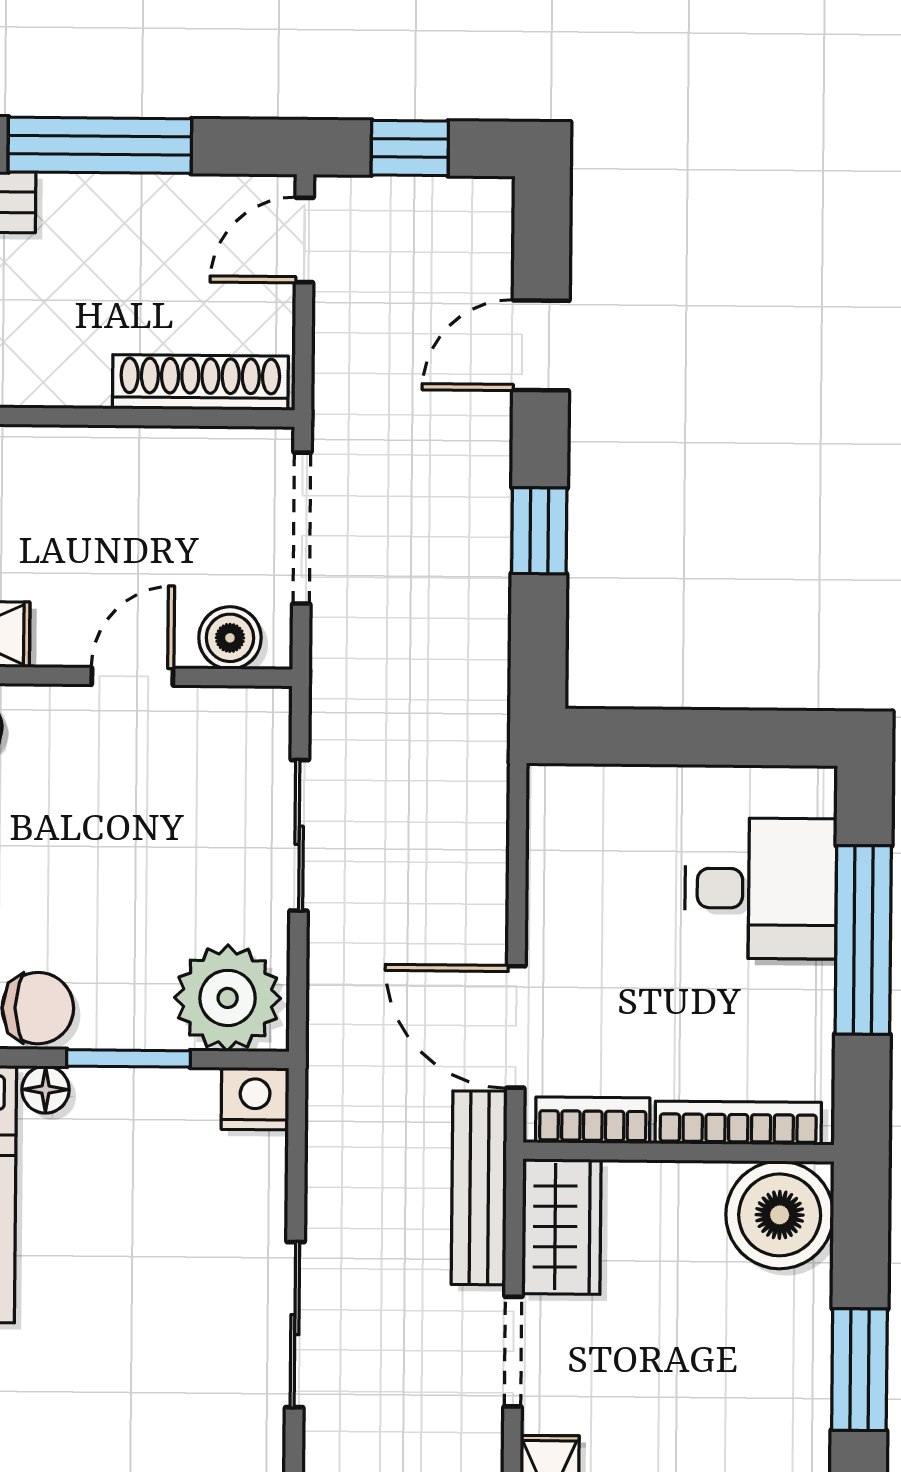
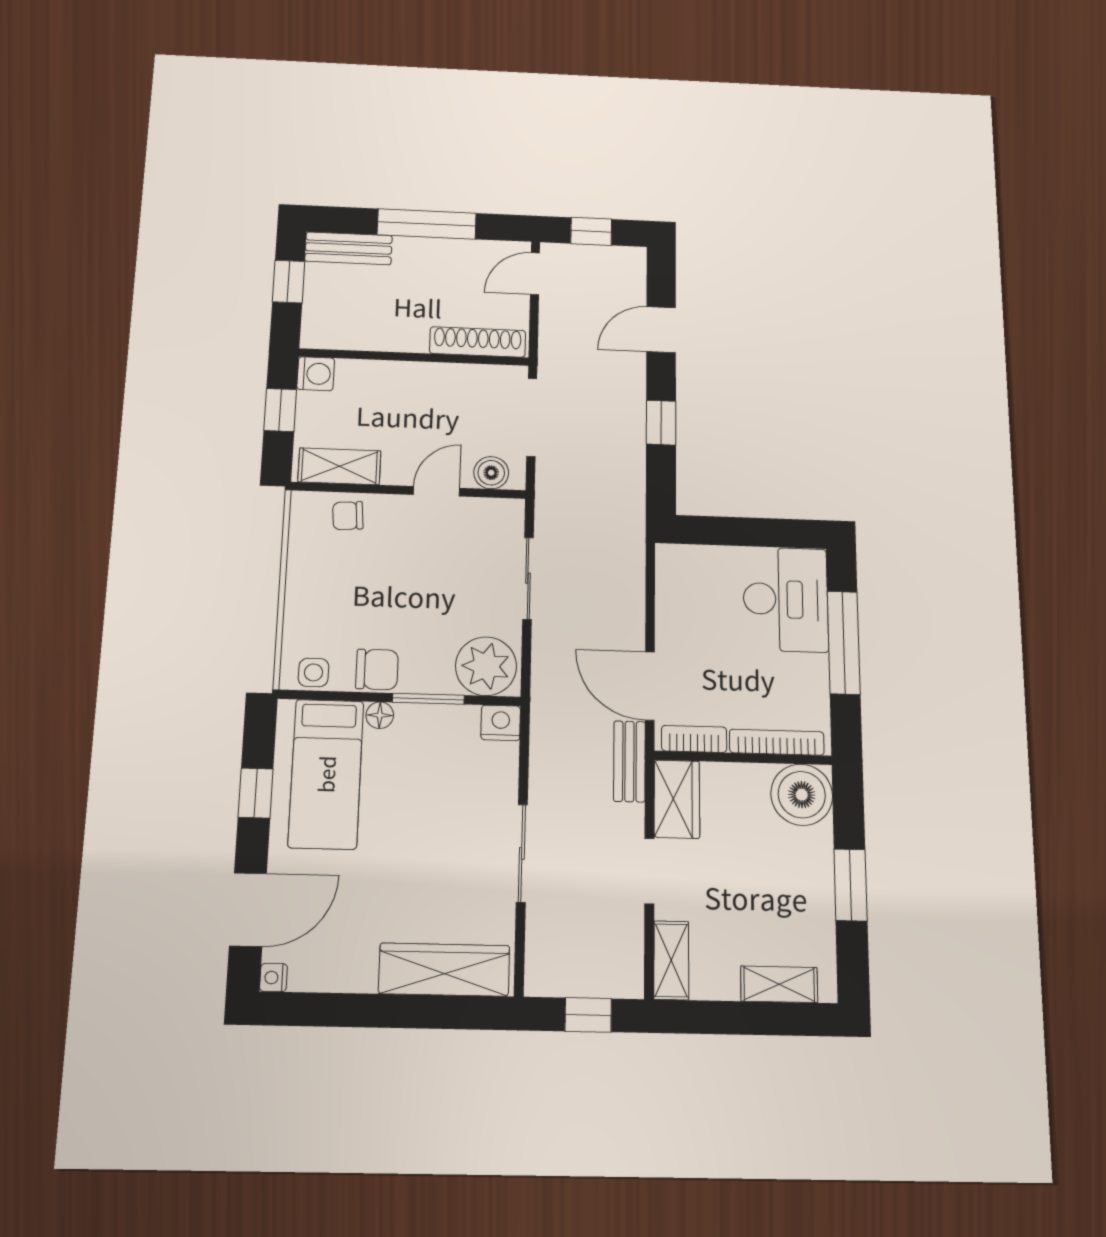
desk: (761, 888) -> (786, 599), width x1.37
bench: (479, 1188) -> (629, 761), width x0.73

